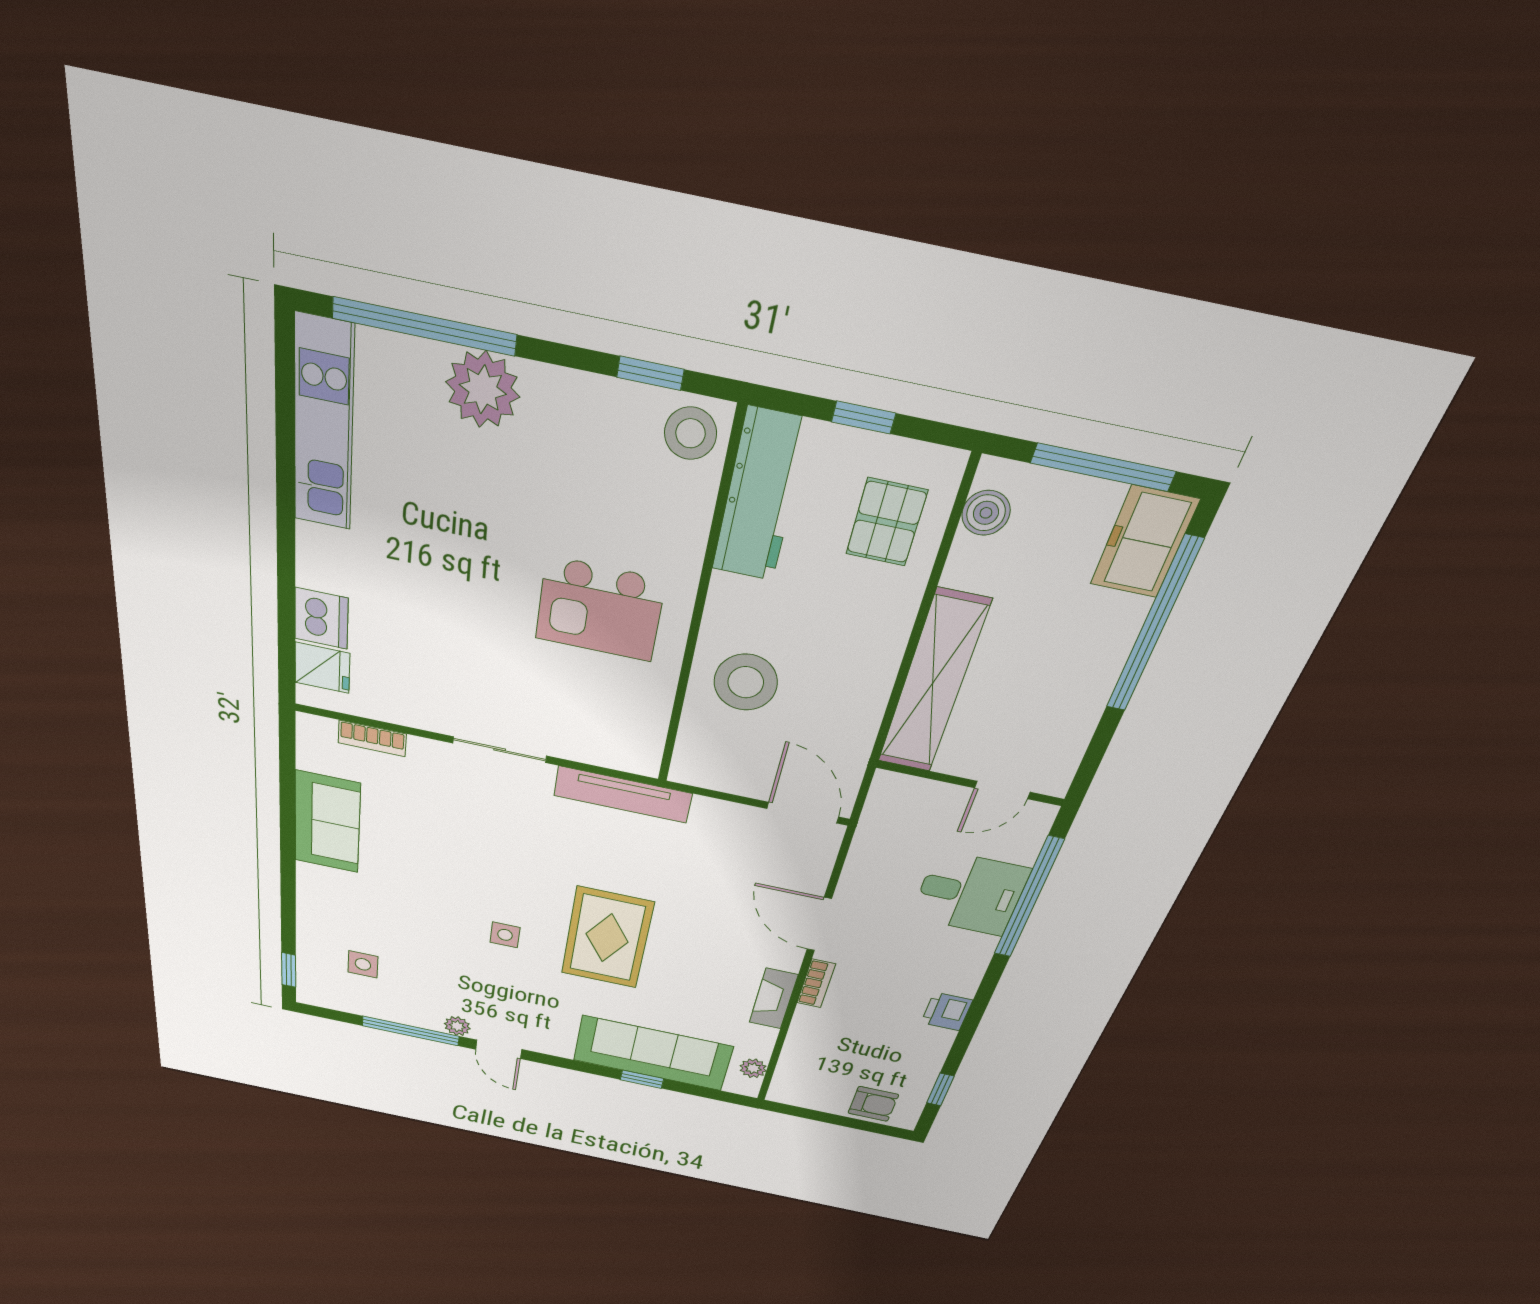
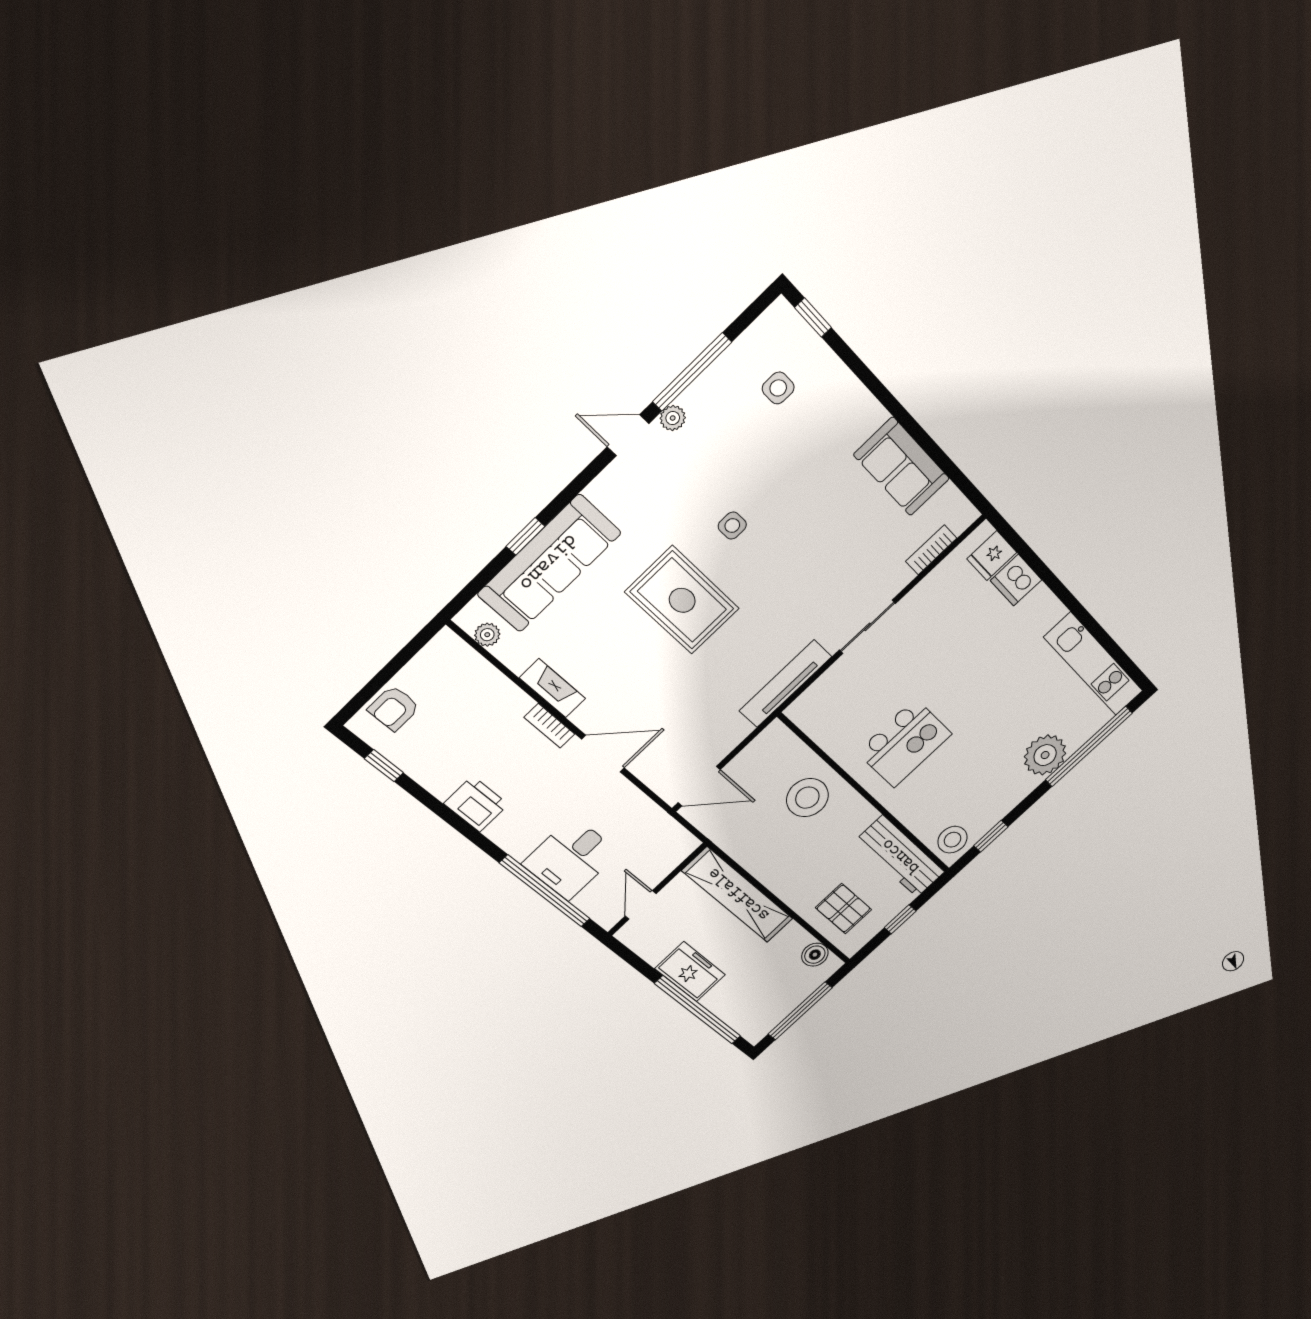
freezer: (1144, 542) -> (690, 972), moved
kitchen island: (600, 609) -> (905, 743), turned 180
printer: (947, 1011) -> (476, 804), width x1.36, depth x1.24

